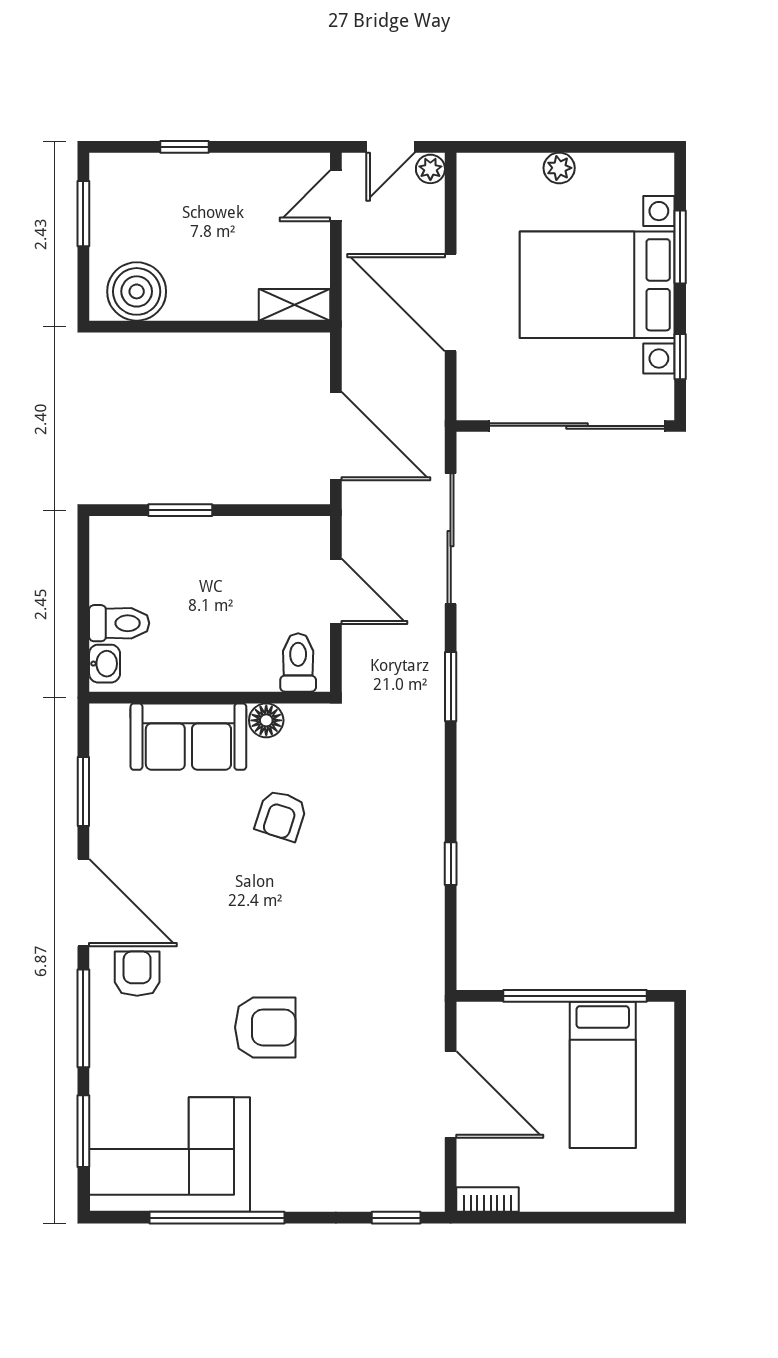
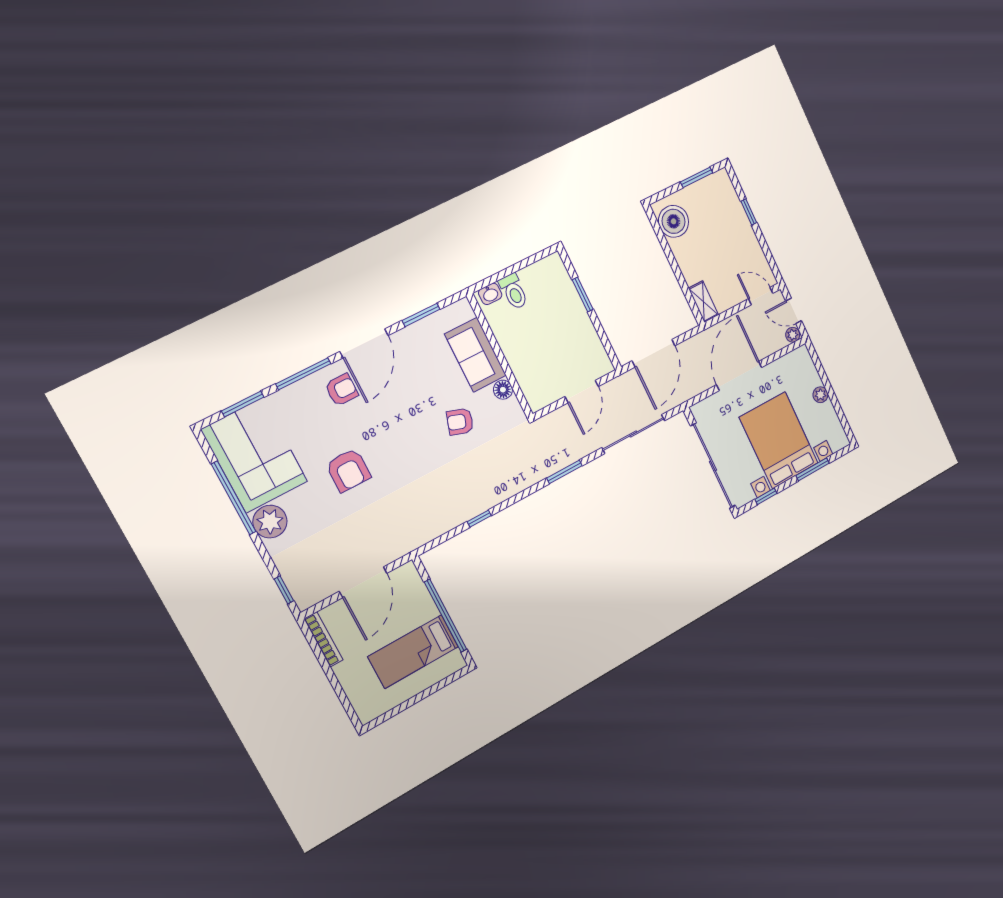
toilet: (298, 663) -> (539, 391), removed
plant: (281, 1184) -> (270, 522), added
bookcase: (487, 1200) -> (323, 639), width x1.56

